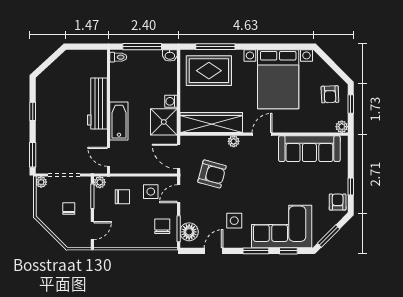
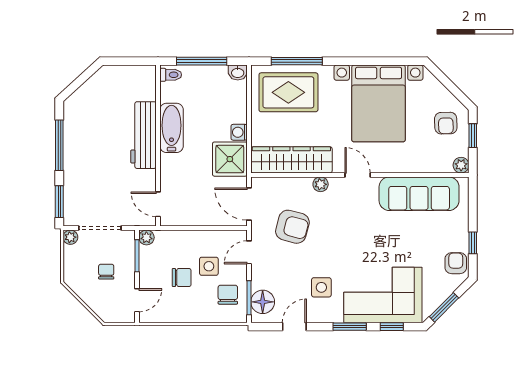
window: (33, 111) -> (59, 145), width x2.17
bathtub: (119, 121) -> (171, 128), moved
door: (262, 134) -> (358, 175), hinge flipped
side table: (151, 192) -> (209, 266), moved
chair: (122, 197) -> (182, 278), moved

